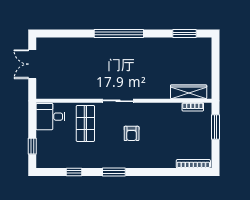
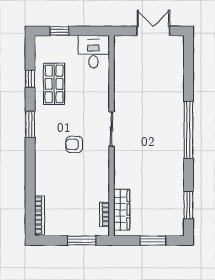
window: (216, 65) -> (153, 241), added
shop shelf: (85, 123) -> (54, 84), moved, turned 90

